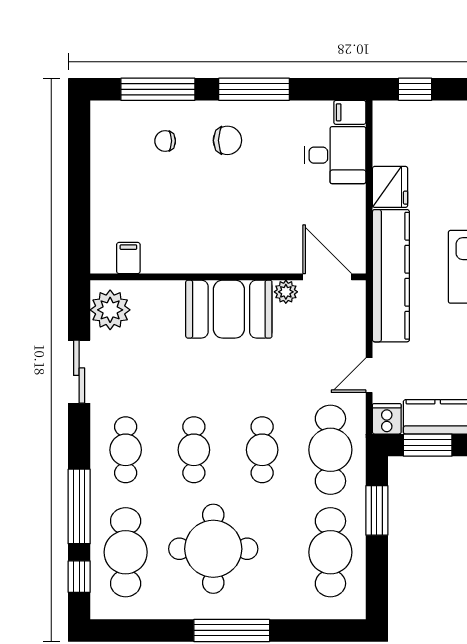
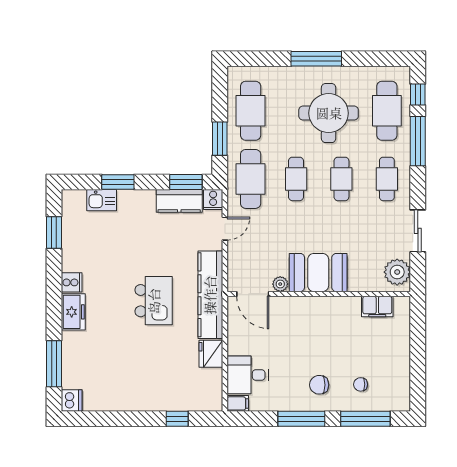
window: (415, 89) -> (177, 419), moved
chair: (165, 141) -> (361, 384), turned 180
filing cabinet: (128, 258) -> (377, 307), width x2.00

